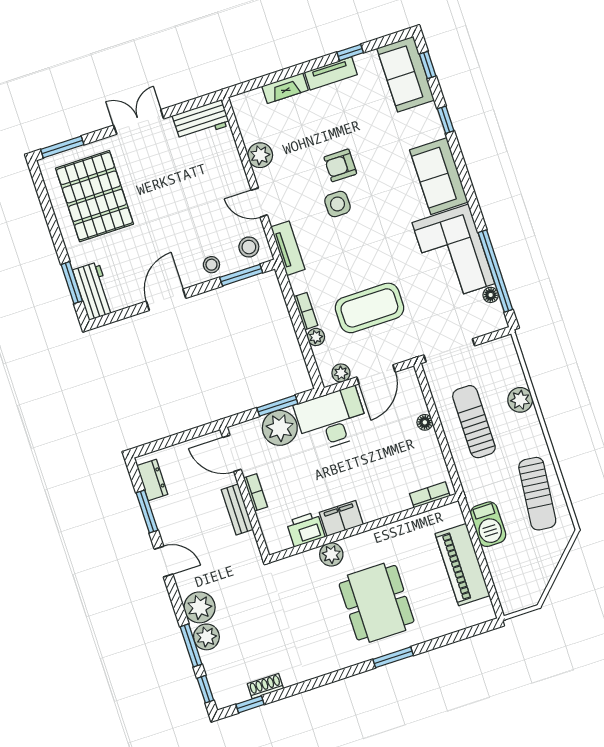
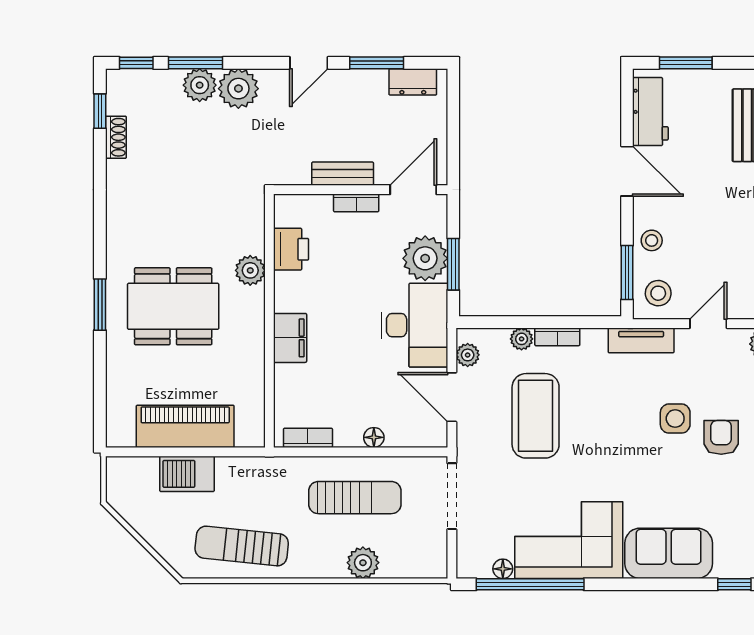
workbench: (94, 291) -> (650, 112), moved, turned -90
bookcase: (430, 495) -> (308, 438), moved, turned -90
filing cabinet: (341, 518) -> (290, 338), moved
barbecue: (488, 524) -> (187, 474), moved

